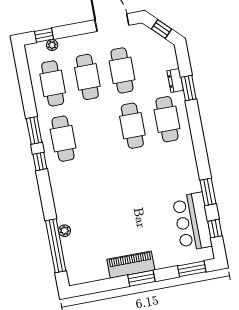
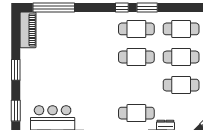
cafe table: (132, 126) -> (136, 57), moved
plant: (65, 231) -> (64, 17), removed
piano: (131, 265) -> (28, 30), moved

